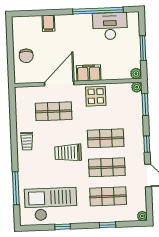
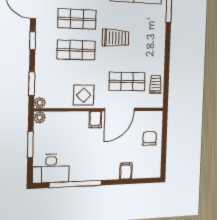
desk: (110, 26) -> (51, 169), moved
filing cabinet: (89, 73) -> (95, 119), width x0.50
trolley: (27, 141) -> (155, 84), moved

